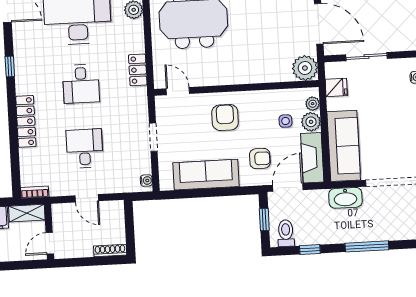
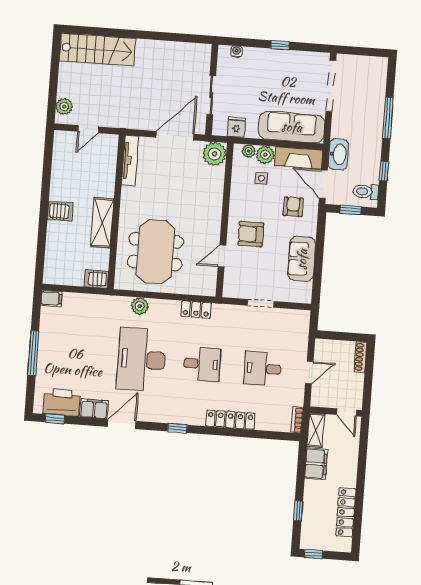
door: (178, 91) -> (222, 256), moved
sofa: (206, 175) -> (302, 259), width x0.73
water cooler: (146, 181) -> (300, 315), removed
washbasin: (345, 198) -> (338, 154), moved

